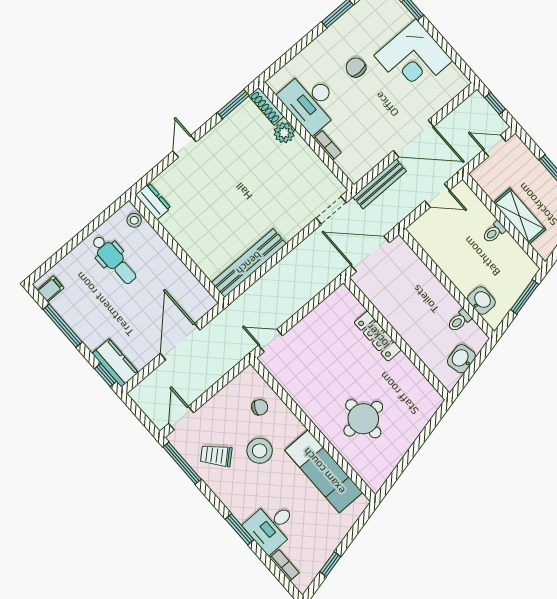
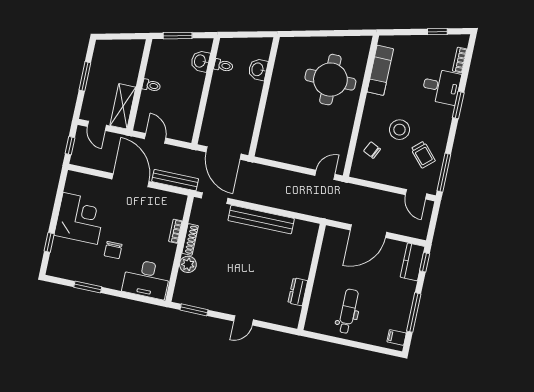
desk: (310, 101) -> (146, 279), moved, turned 90
shoe rack: (266, 106) -> (190, 239), moved
dresser: (153, 201) -> (298, 292), moved
shelving: (520, 216) -> (123, 106), moved
stool: (134, 220) -> (314, 317), removed
bench: (249, 263) -> (261, 220), moved
locker: (378, 336) -> (272, 110), removed
door: (271, 341) -> (325, 175), swing flipped
washbasin: (461, 359) -> (258, 69), moved, turned 103
door: (181, 418) -> (416, 194), hinge flipped
round table: (363, 419) -> (330, 80), width x1.36, depth x1.36
exam couch: (324, 471) -> (380, 70), width x0.73, depth x0.69

